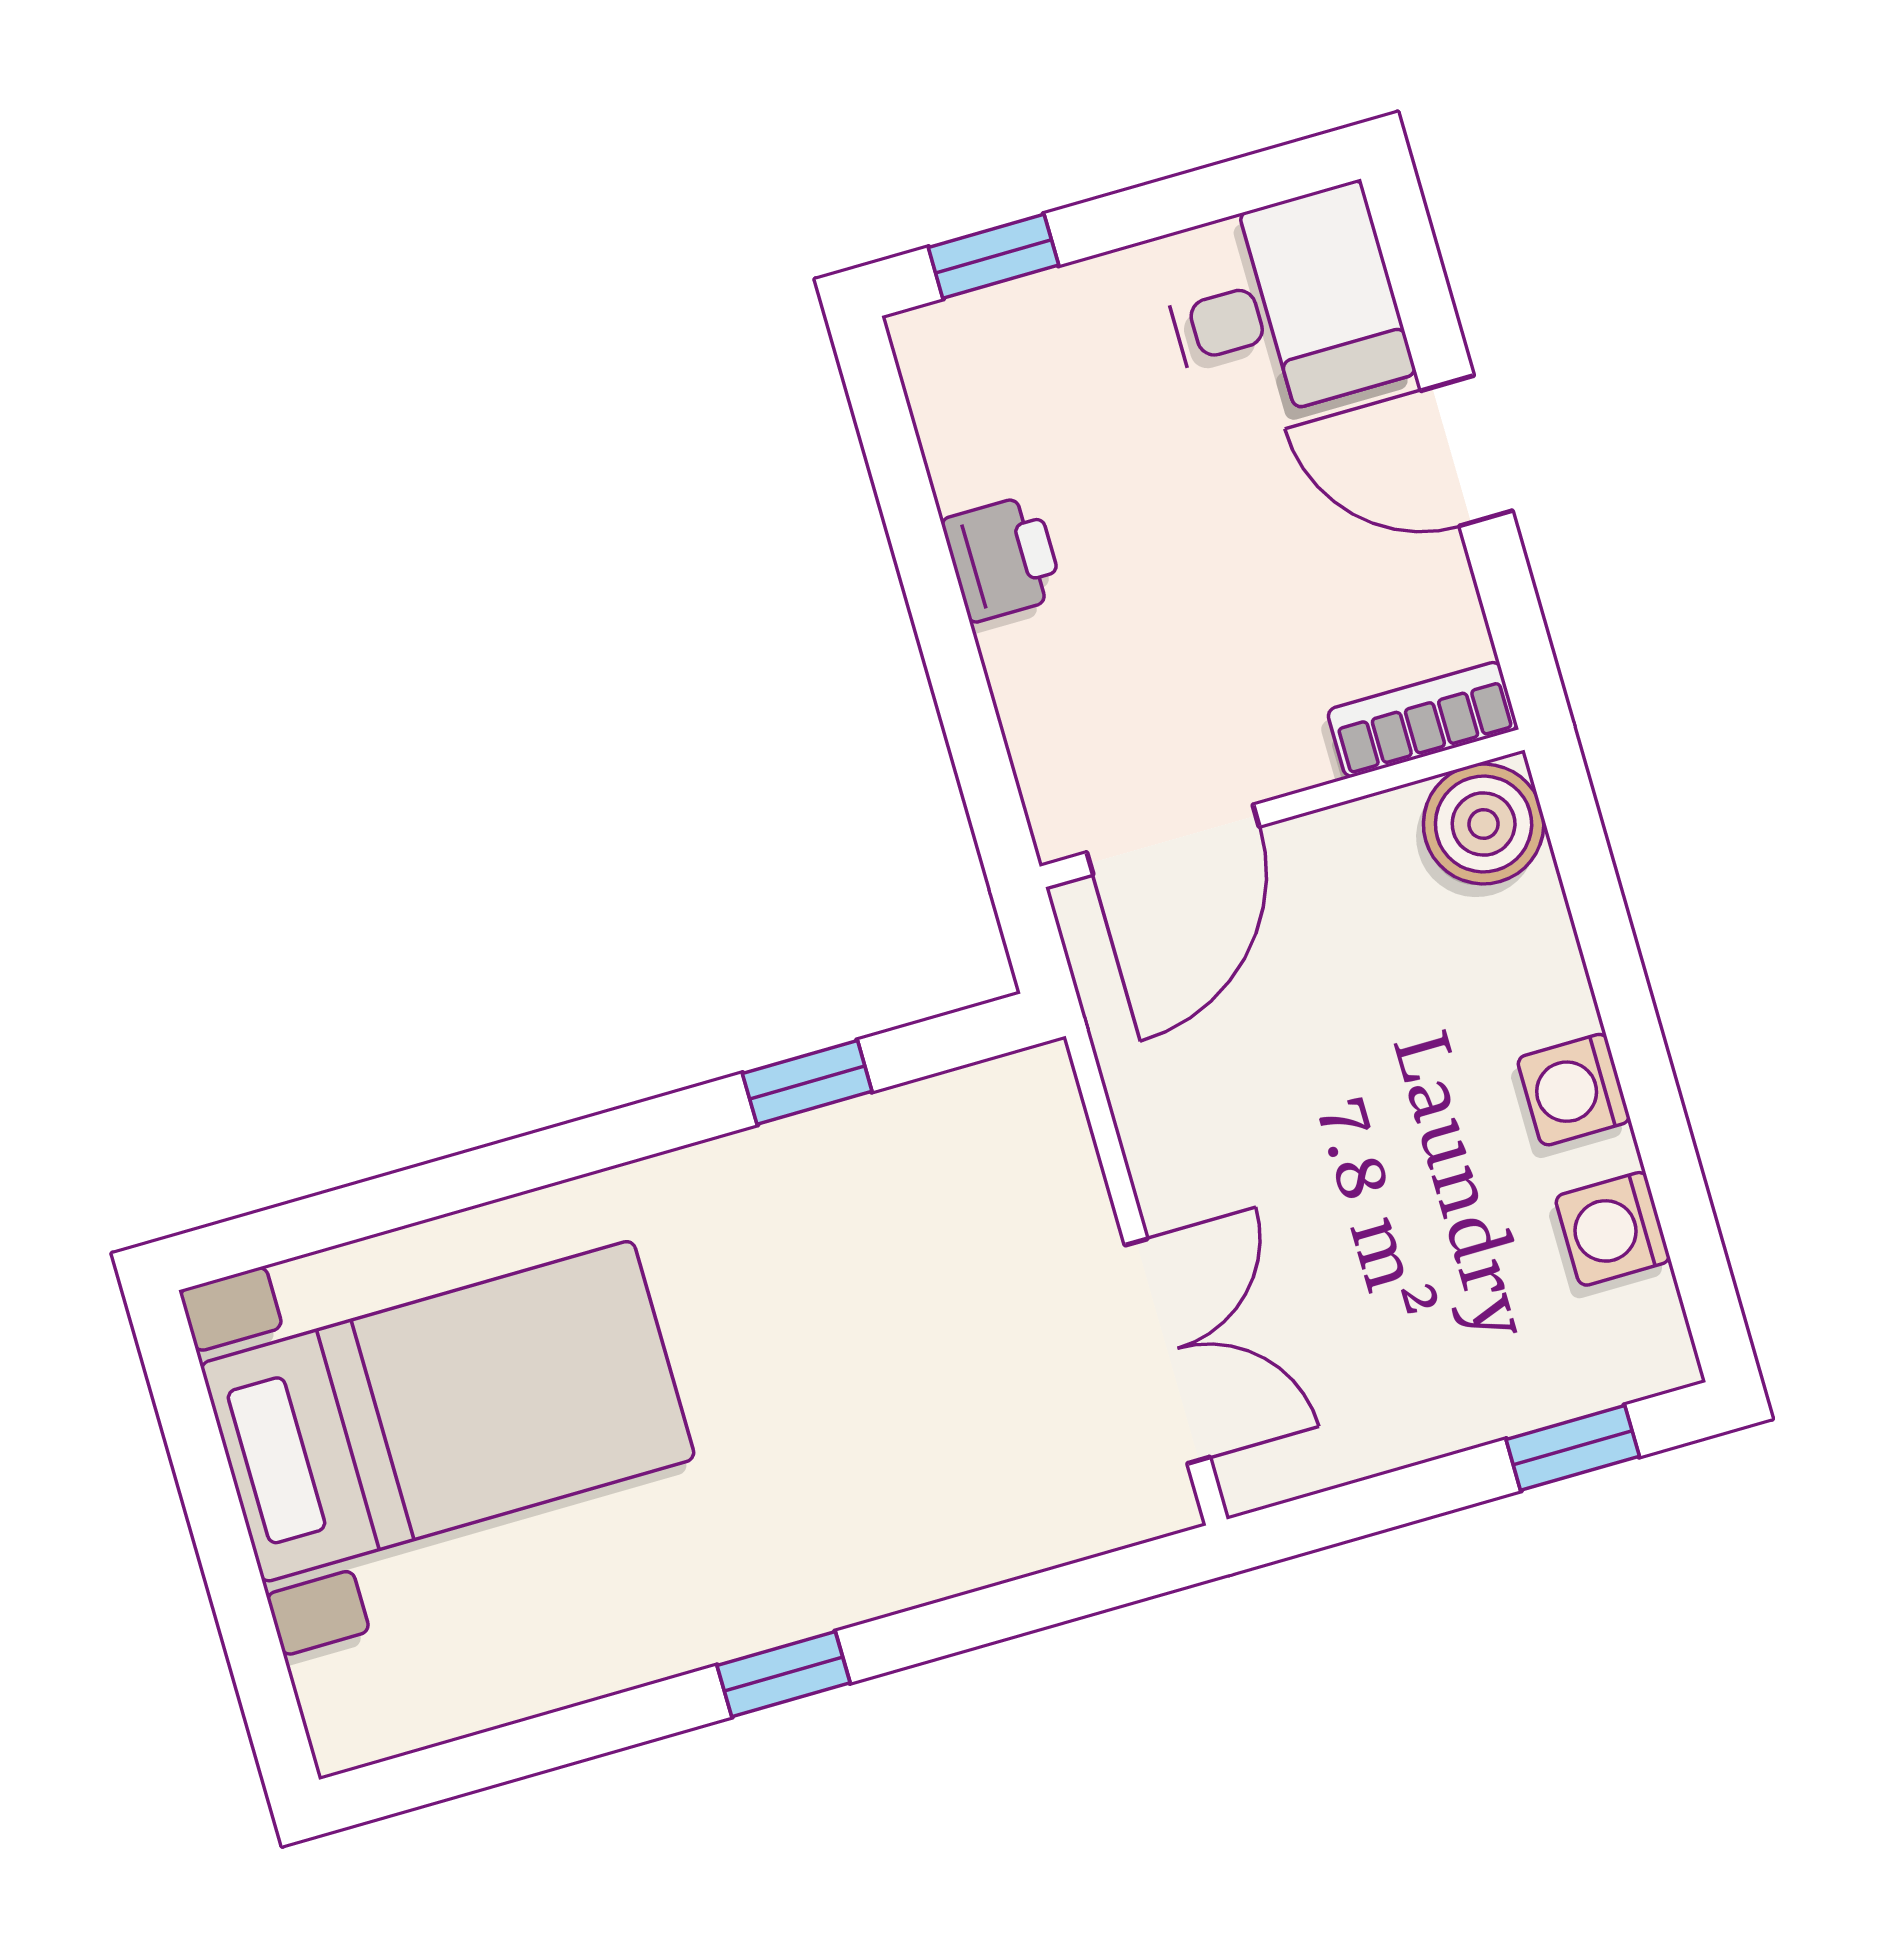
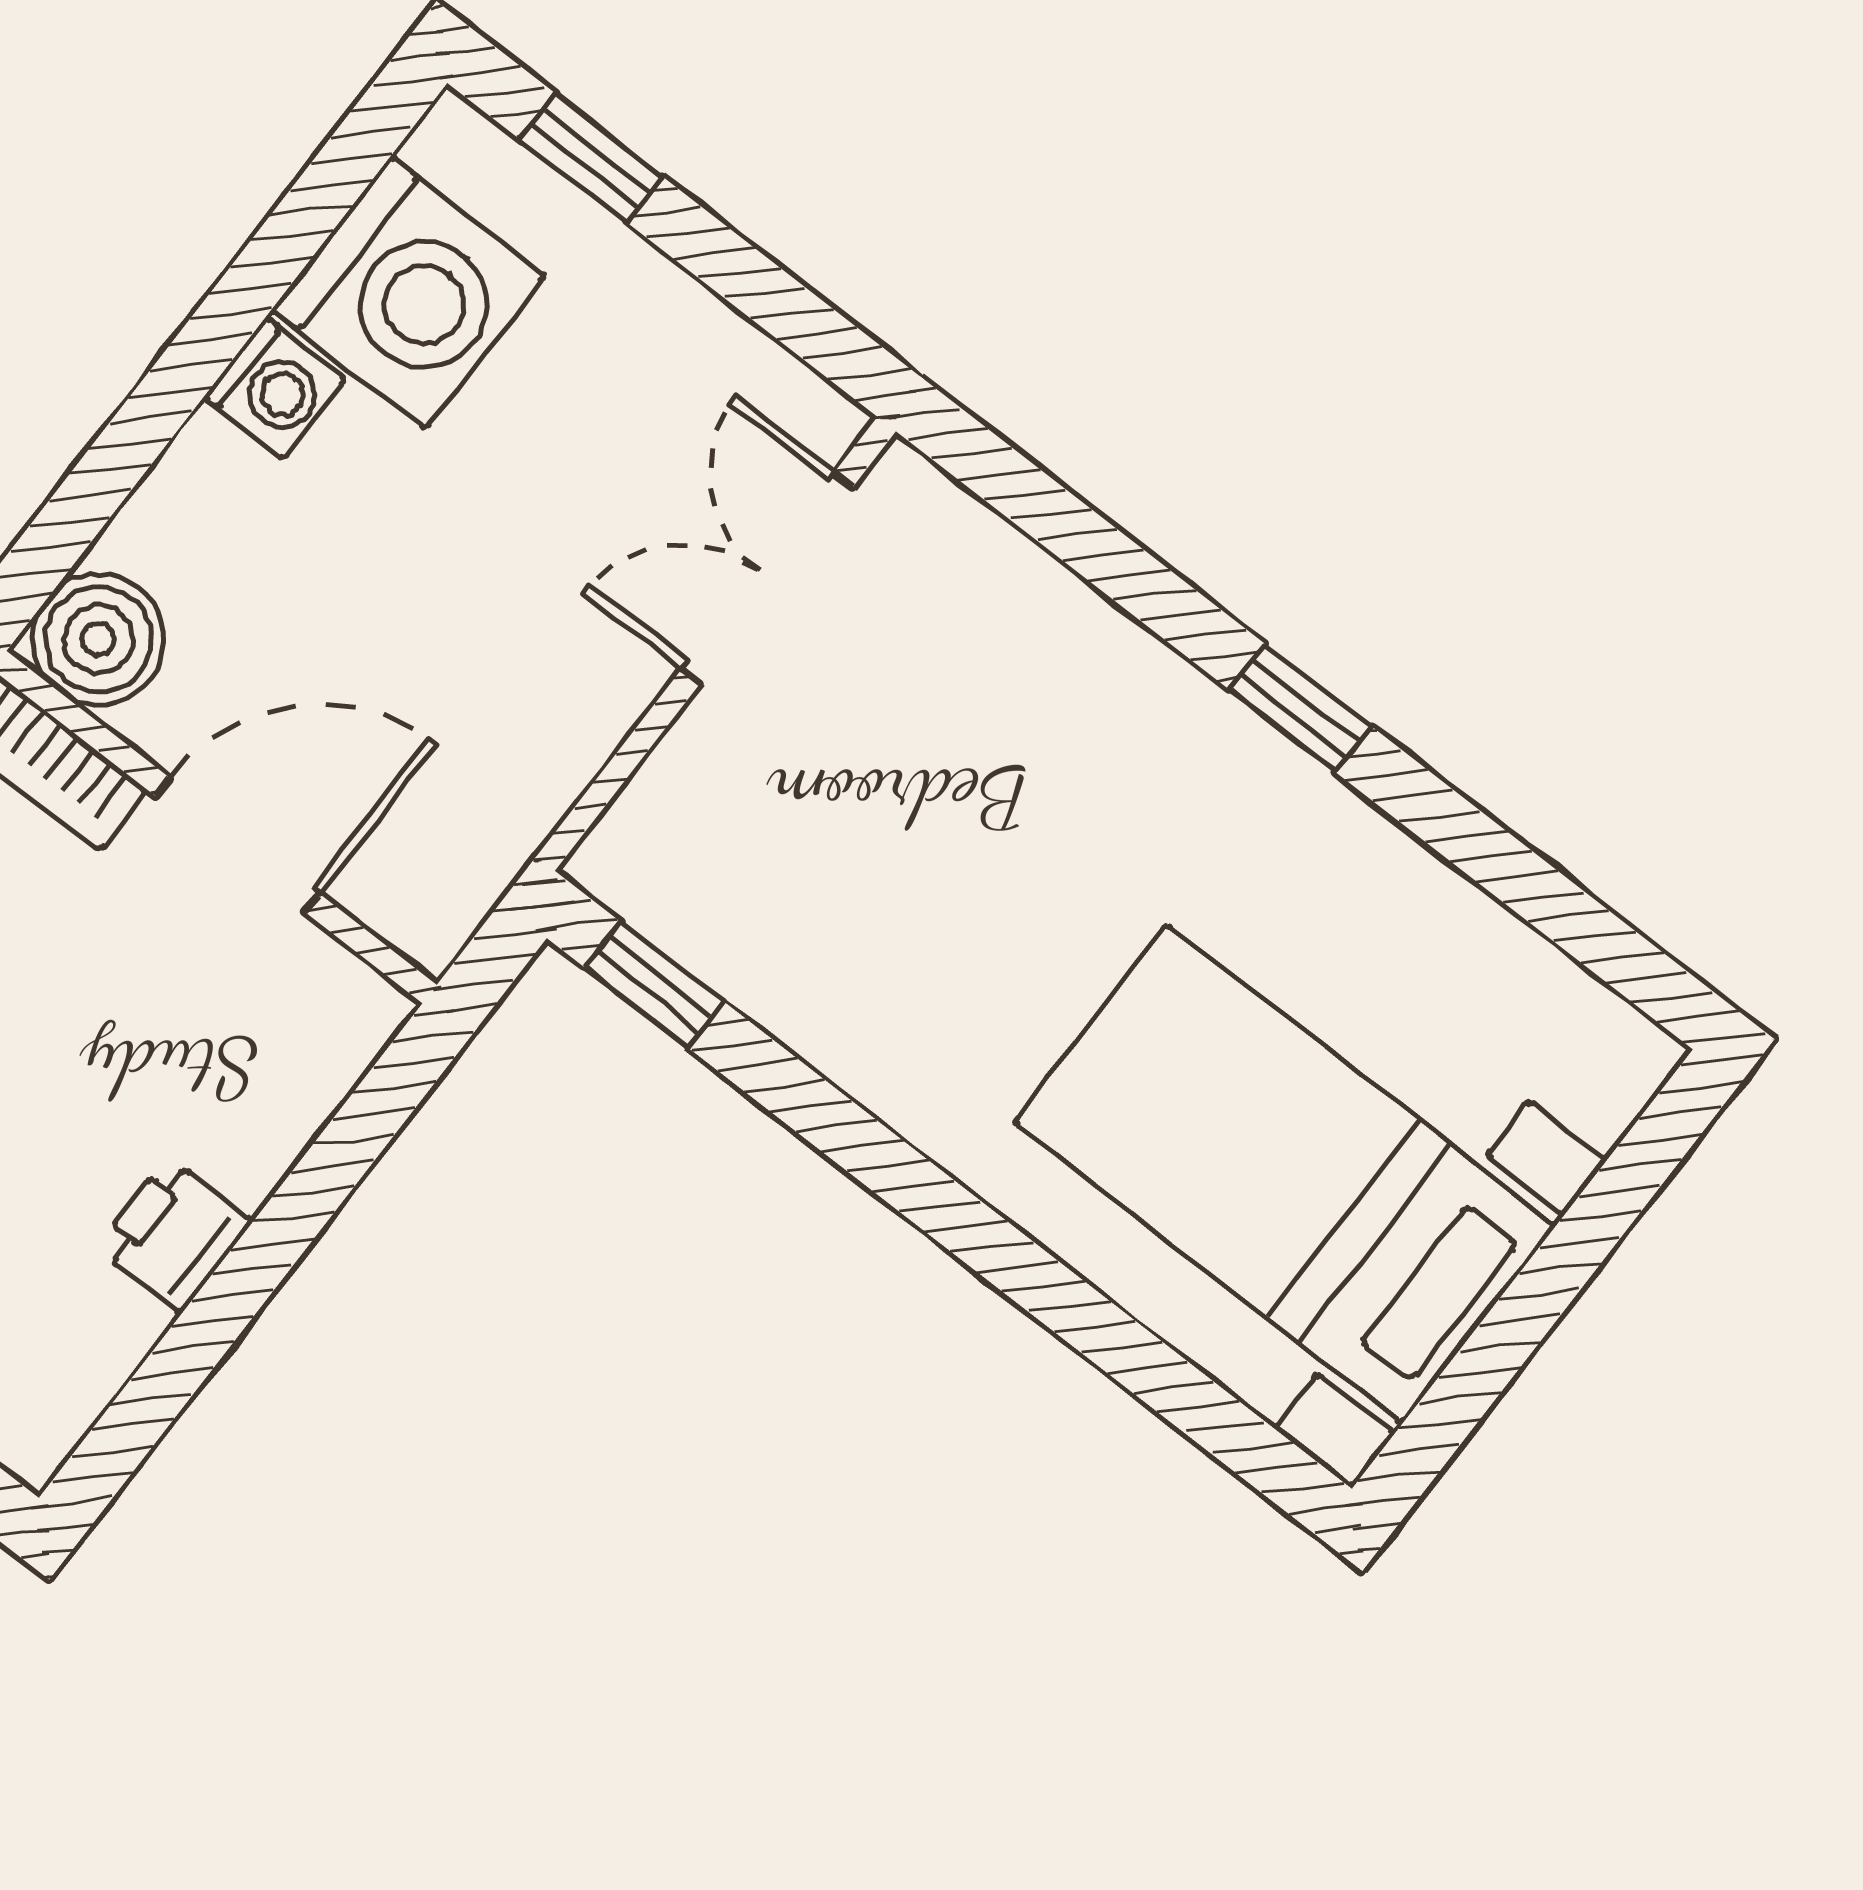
door: (1173, 840) -> (238, 845), moved
window: (807, 1082) -> (654, 984), moved
washing machine: (1613, 1229) -> (408, 292), width x1.89, depth x1.89

